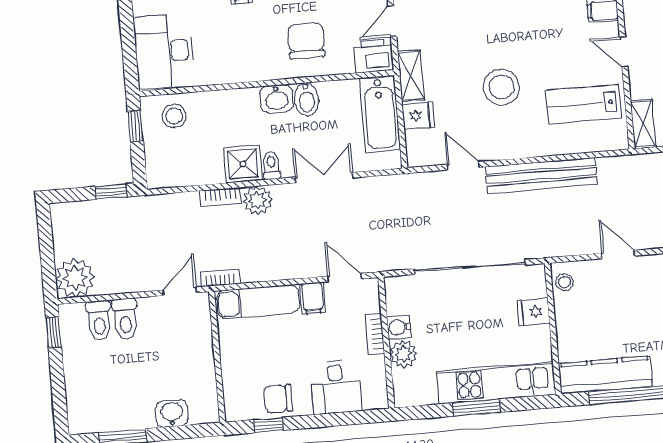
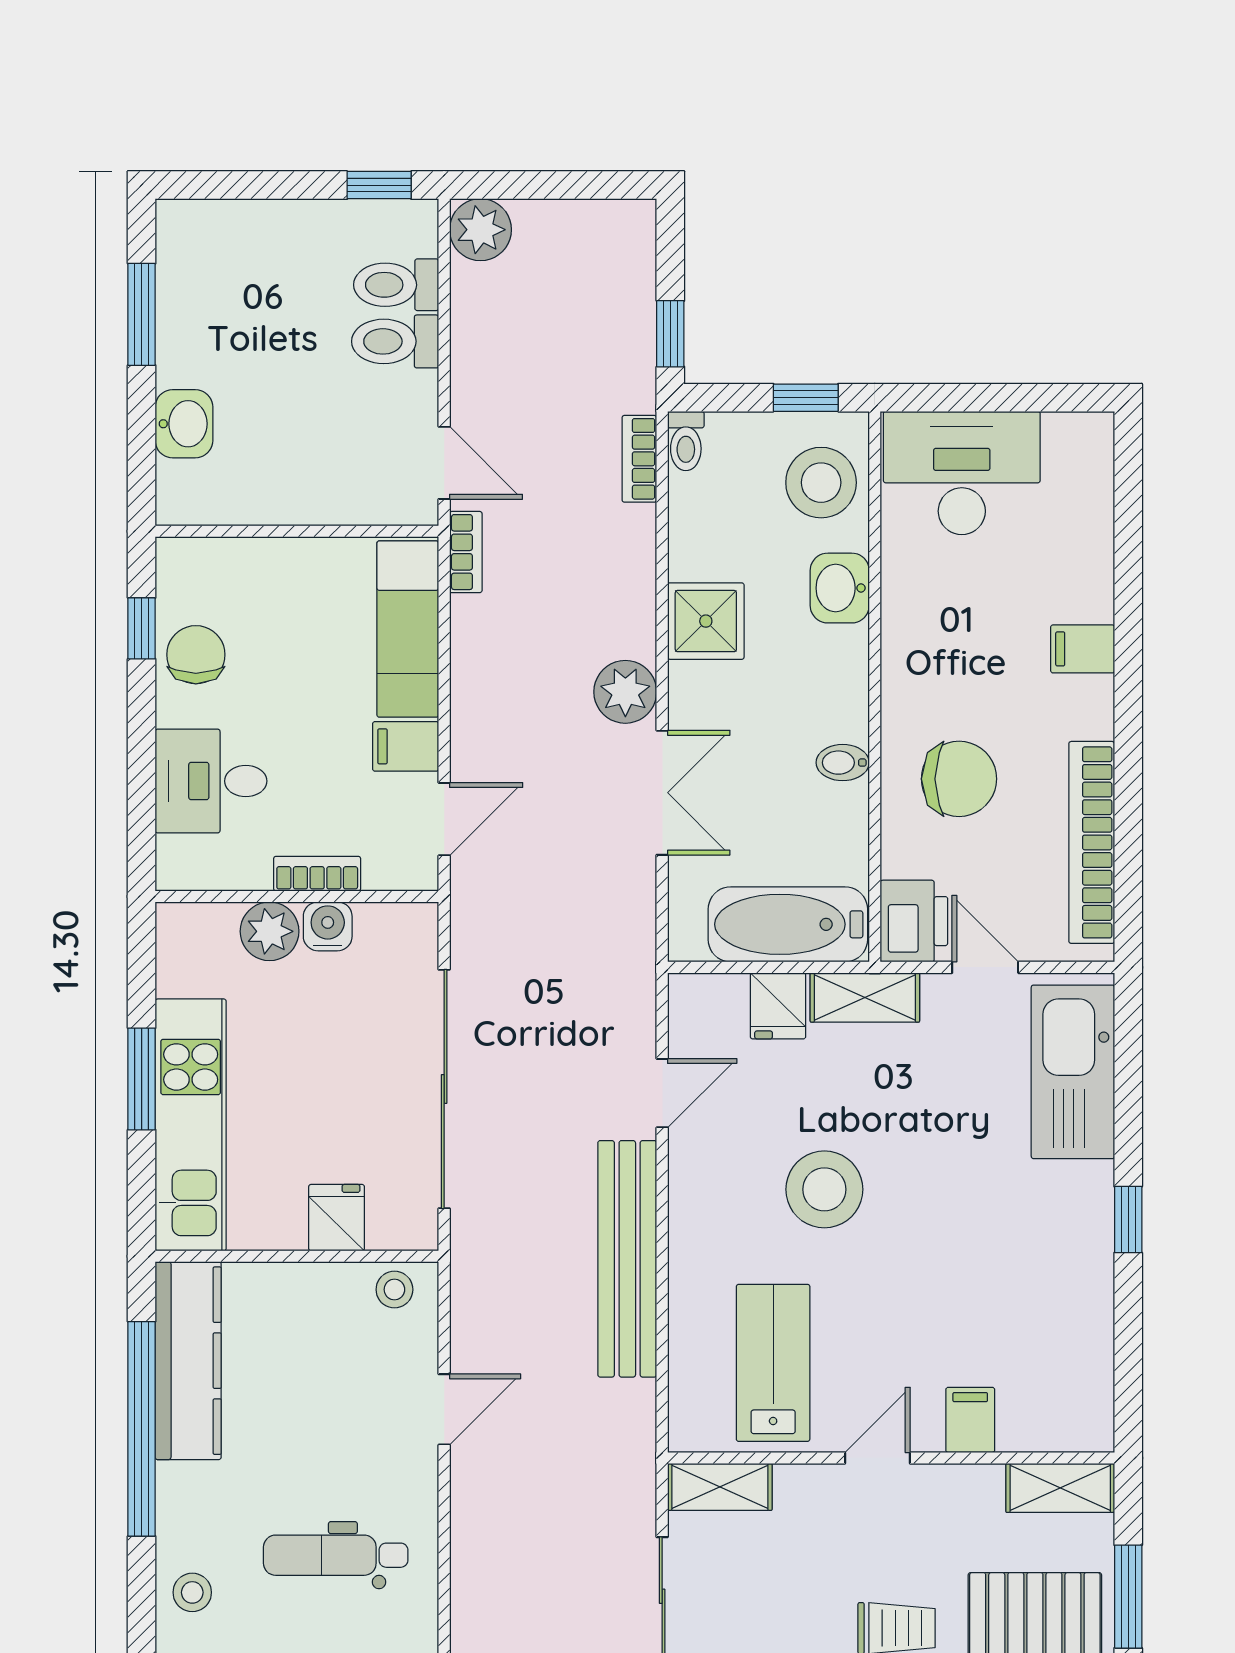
washbasin: (277, 99) -> (840, 588), moved
bidet: (307, 99) -> (843, 763), width x0.72, depth x0.74
stool: (174, 116) -> (821, 483), width x1.38, depth x1.38
toilet: (271, 166) -> (686, 441), moved, turned 90
bookcase: (220, 197) -> (639, 459), moved
plant: (257, 200) -> (625, 692), moved
plant: (75, 278) -> (481, 230), width x0.73, depth x0.73

